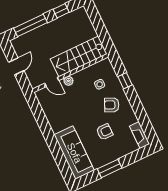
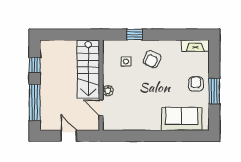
door: (52, 82) -> (101, 108), swing flipped
armchair: (105, 132) -> (196, 84), moved
sofa: (74, 153) -> (182, 119), width x0.73

